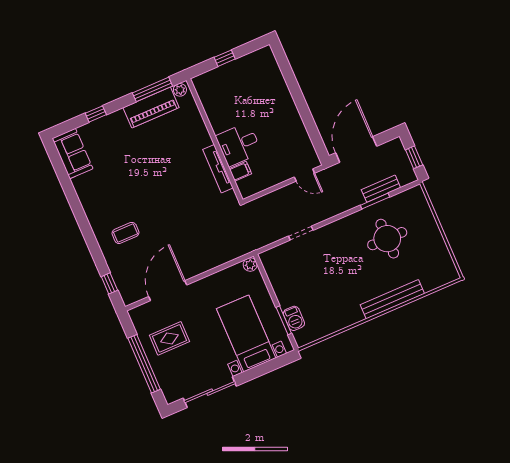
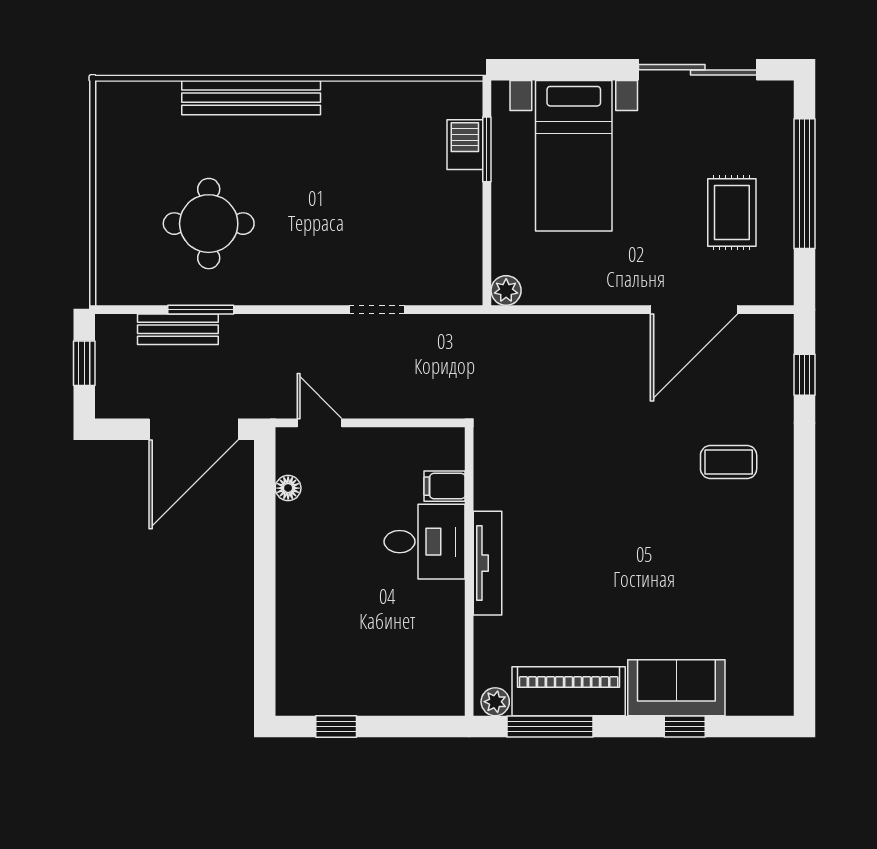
window: (225, 58) -> (336, 726), moved
floor lamp: (306, 142) -> (288, 488), added
sofa: (72, 154) -> (676, 688), moved, turned 90
tv unit: (218, 169) -> (488, 563), moved
rug: (169, 338) -> (732, 212), turned 90

